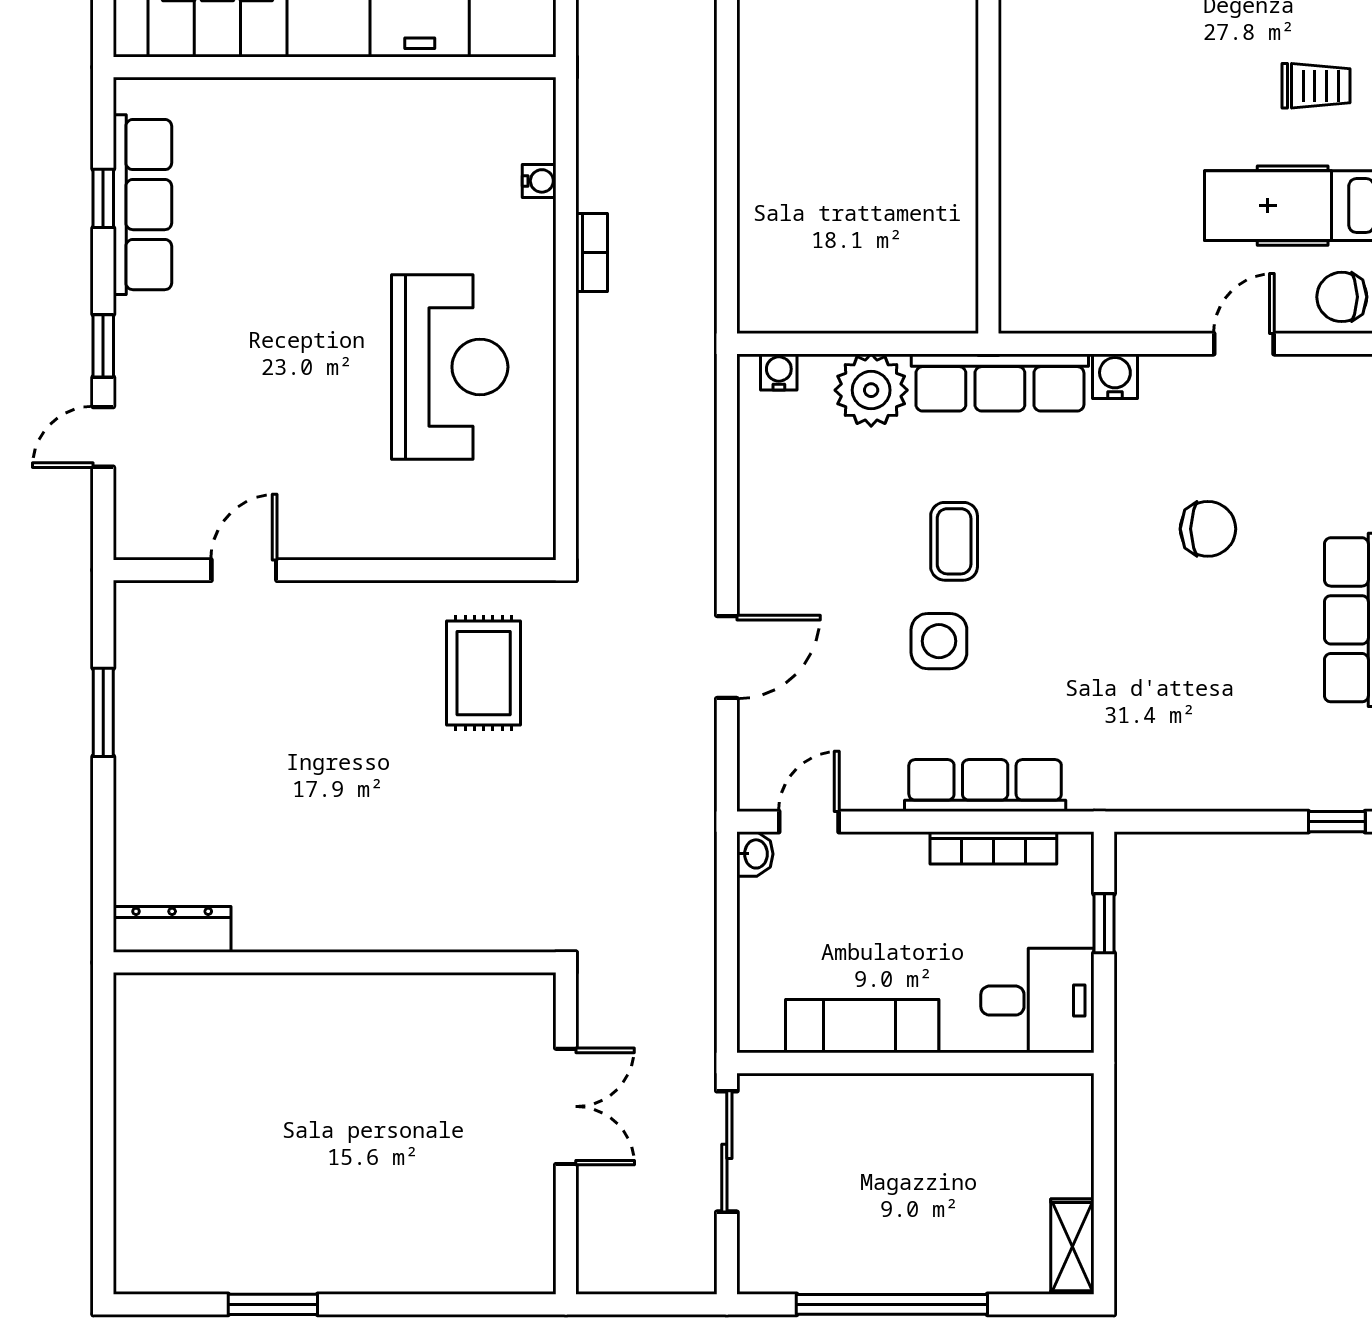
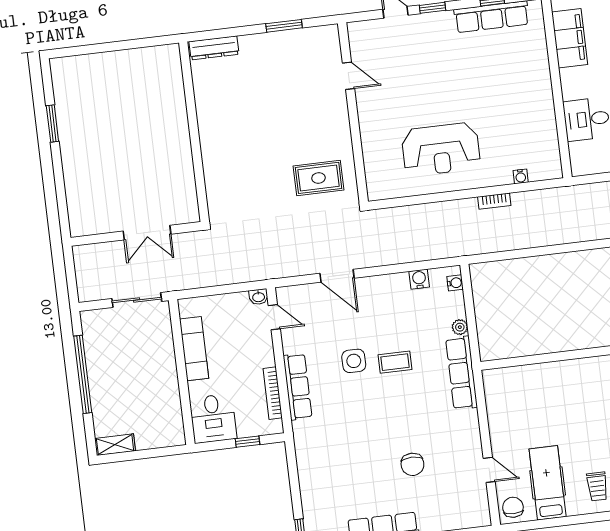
water cooler: (1115, 376) -> (419, 279), moved, turned -90
plant: (871, 390) -> (460, 327), width x0.53, depth x0.53
dresser: (172, 929) -> (214, 48), moved, turned 90

